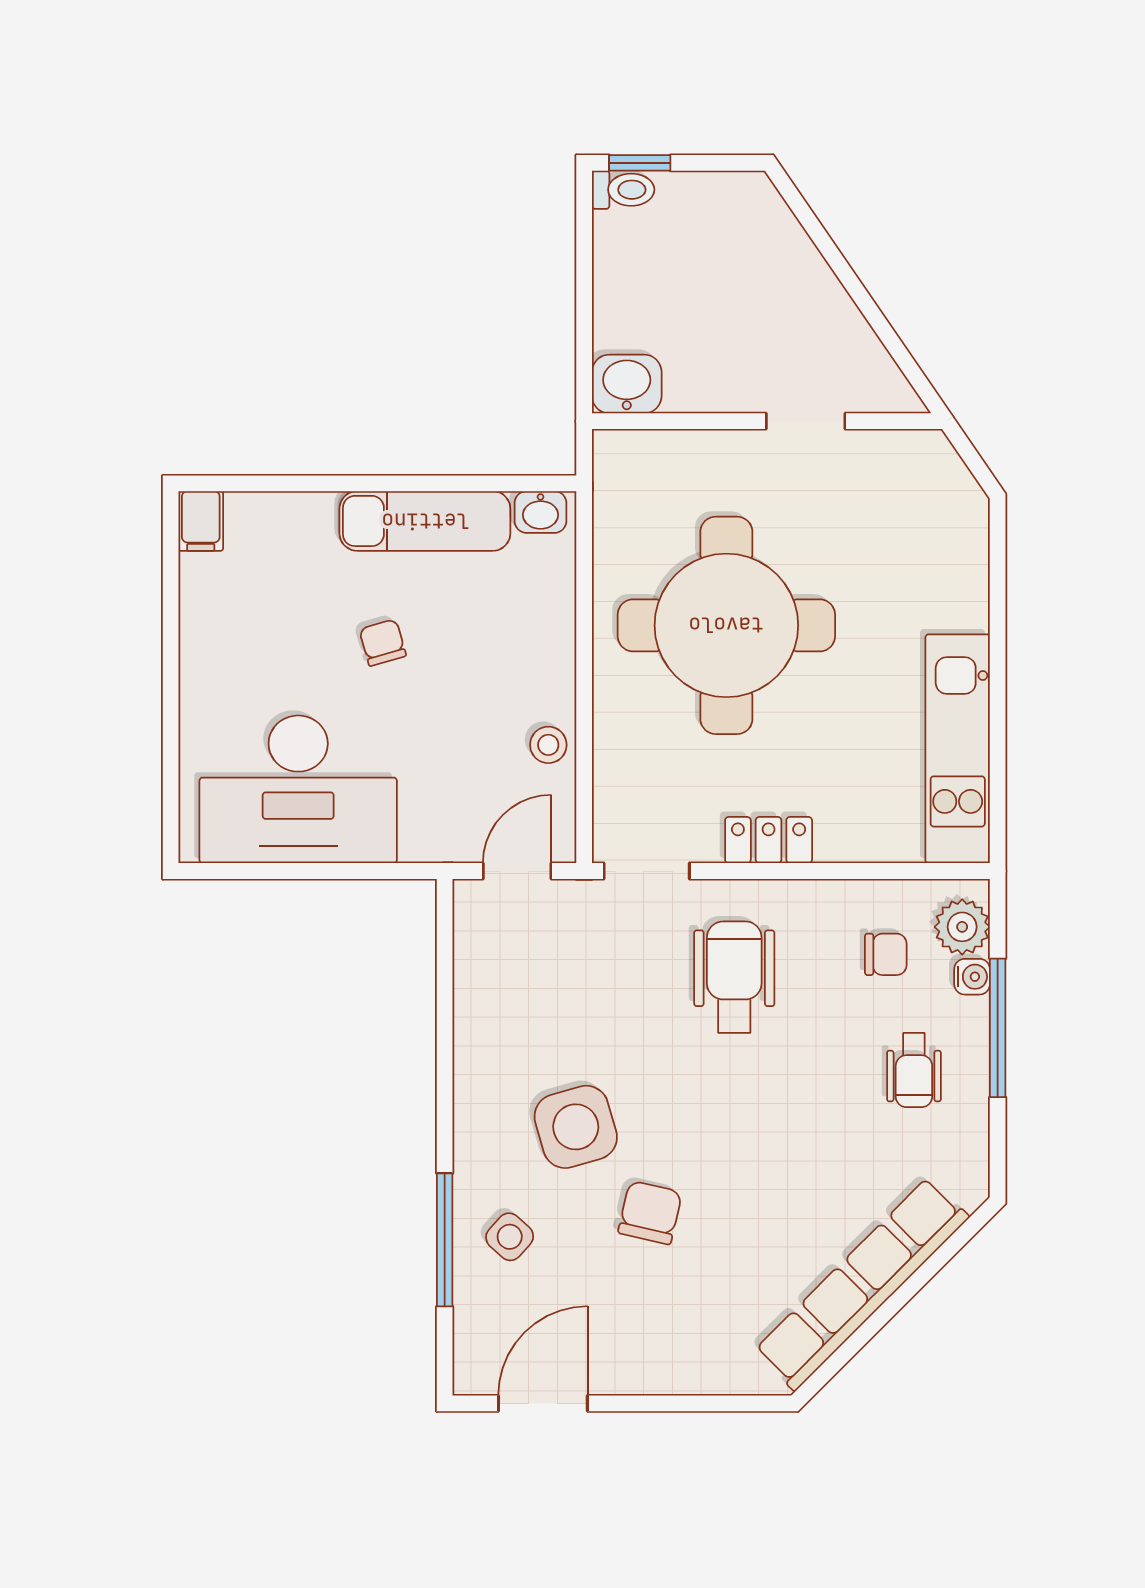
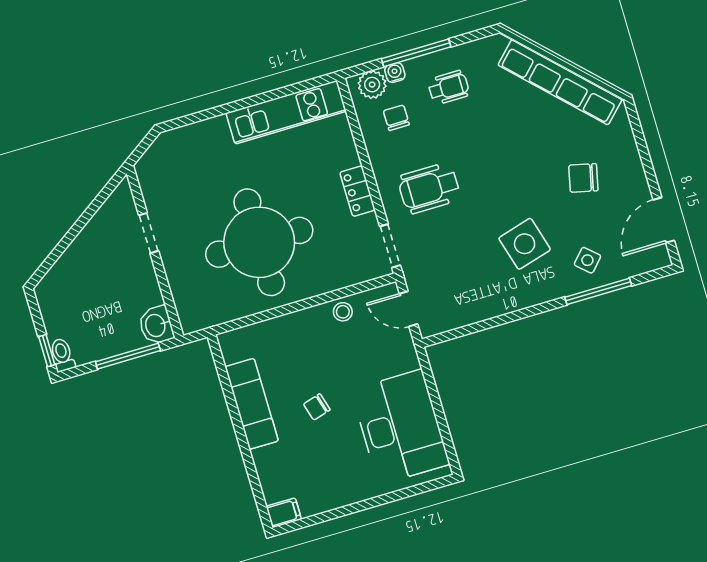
window: (584, 313) -> (128, 356), added
washbasin: (541, 512) -> (231, 349), removed
chair: (650, 1213) -> (583, 178), moved
door: (543, 1403) -> (664, 220), hinge flipped

